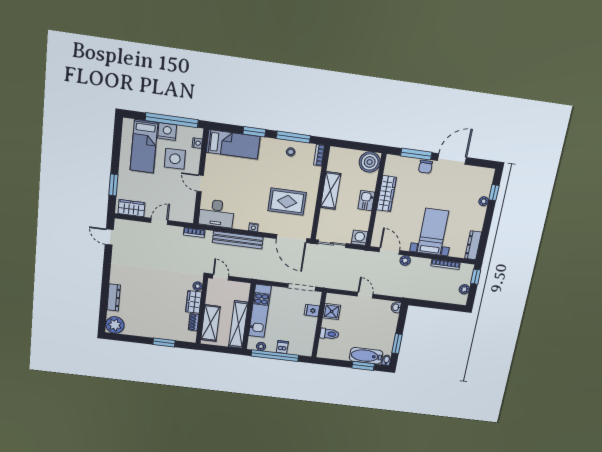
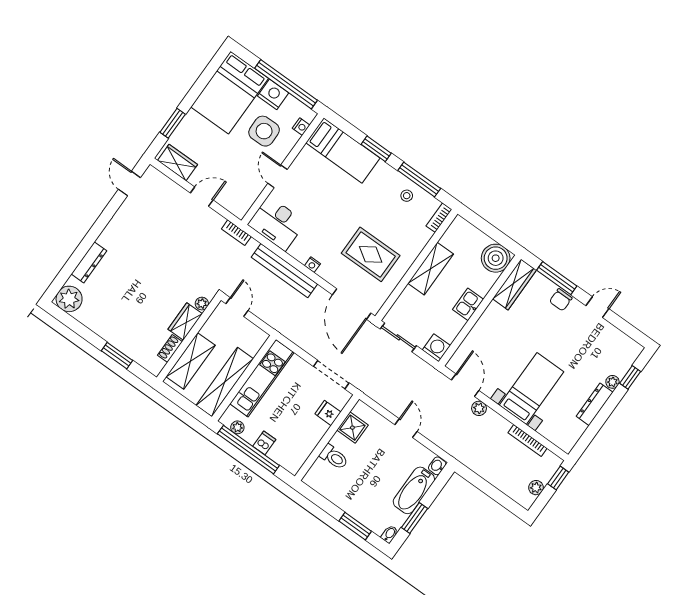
bed: (144, 146) -> (230, 93), width x1.50
door: (452, 159) -> (597, 307), width x0.53
wardrobe: (386, 194) -> (514, 284), moved
dresser: (473, 245) -> (595, 404), moved
bathtub: (366, 356) -> (414, 490), moved, turned -90

